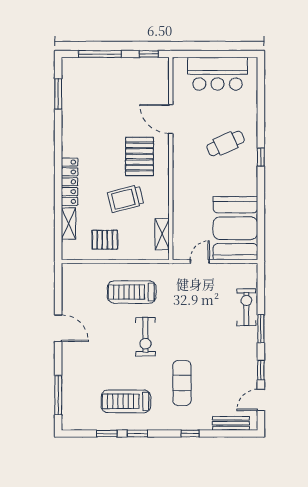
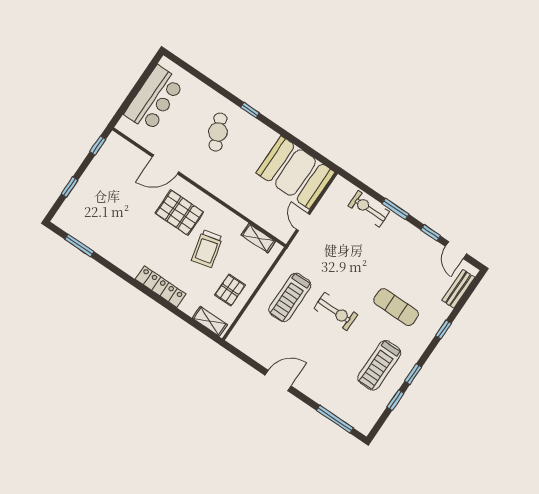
window: (100, 54) -> (70, 187), width x0.46
shelving: (69, 224) -> (210, 321), moved

